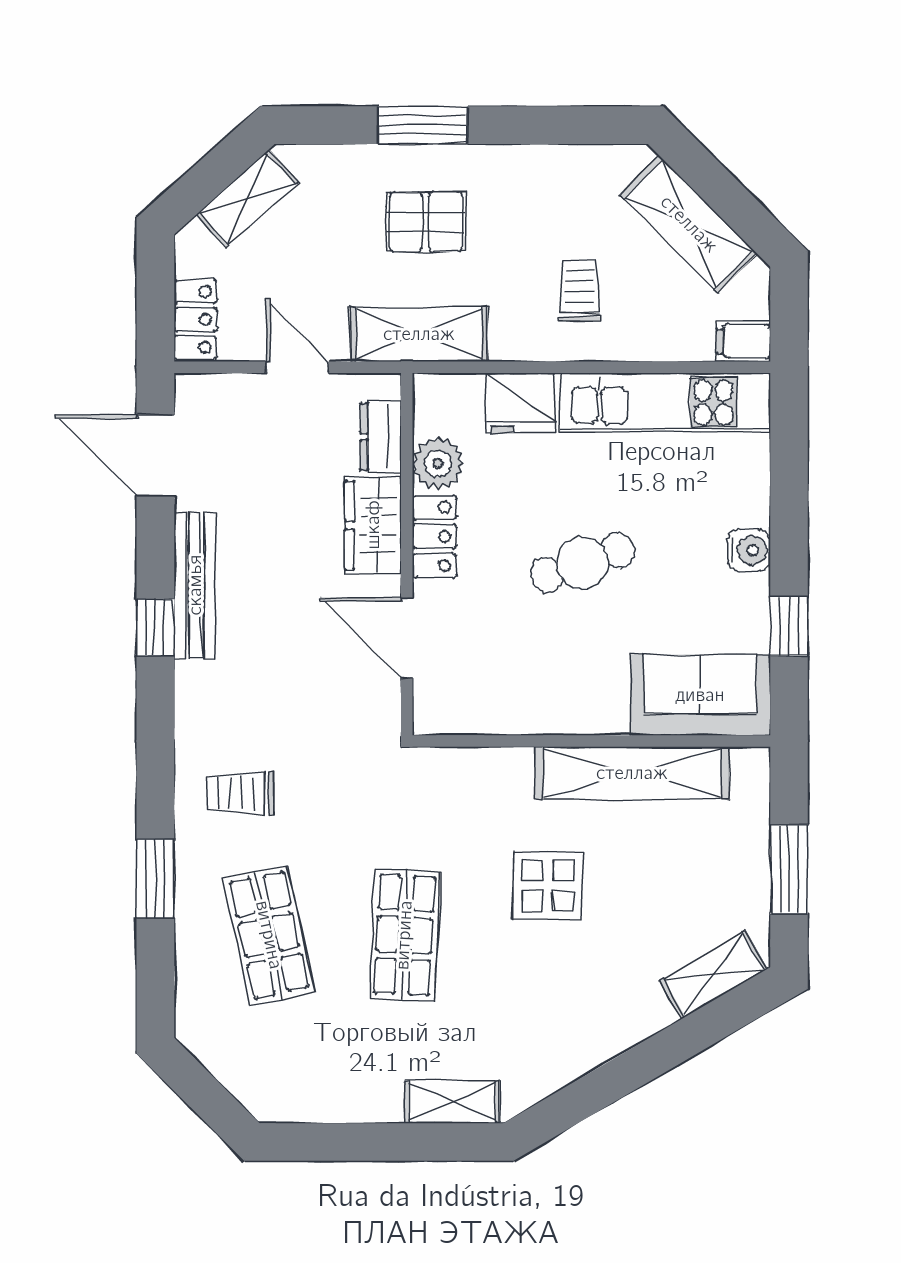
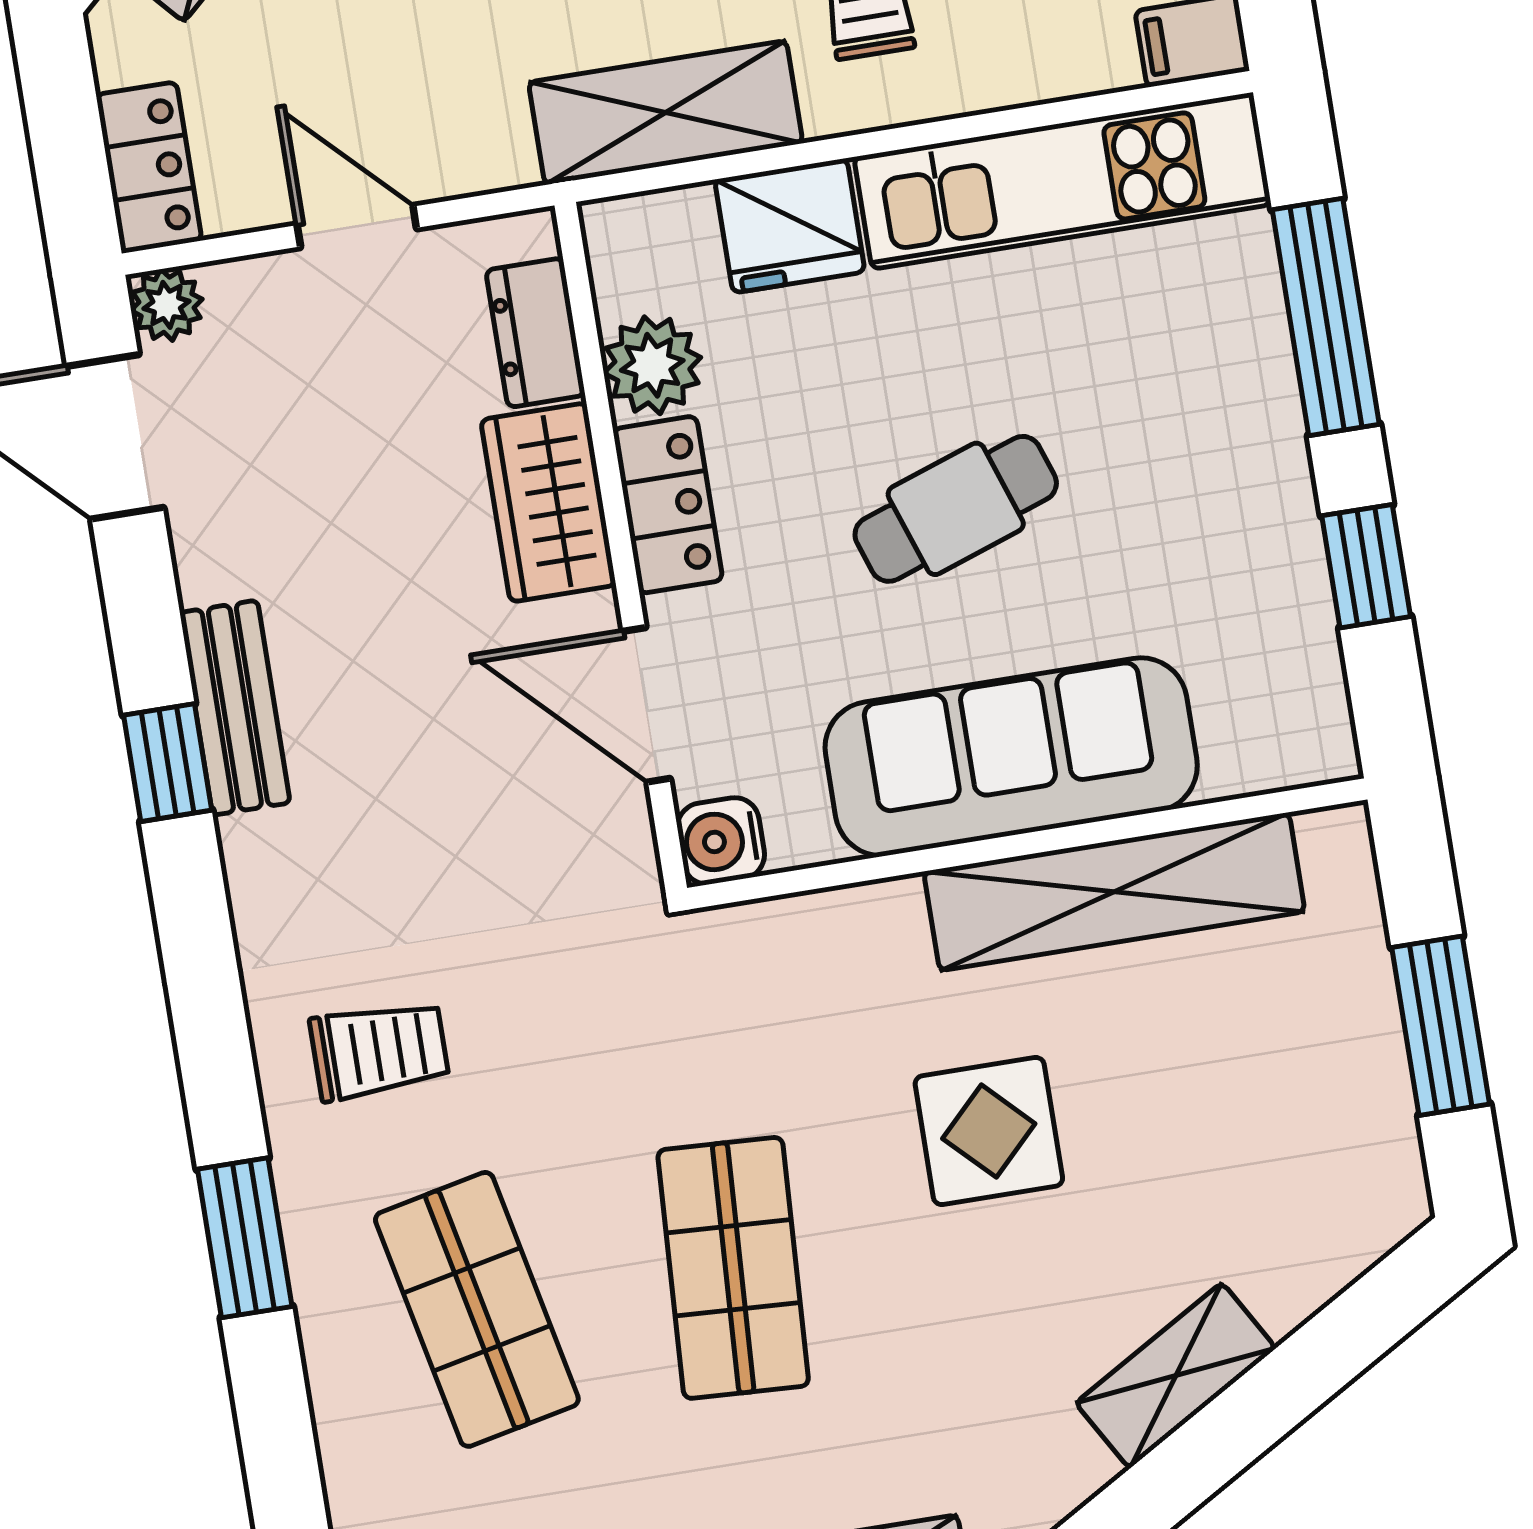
shelving: (419, 334) -> (666, 113), moved
plant: (193, 392) -> (167, 305), added
window: (789, 495) -> (1326, 317), added
water cooler: (749, 550) -> (721, 841), moved, turned 180
bench: (195, 585) -> (235, 708), width x0.73
sofa: (700, 695) -> (1011, 757), moved, width x1.36
trolley: (240, 793) -> (379, 1050), turned 180
shelving: (713, 975) -> (1176, 1376), moved

